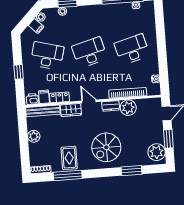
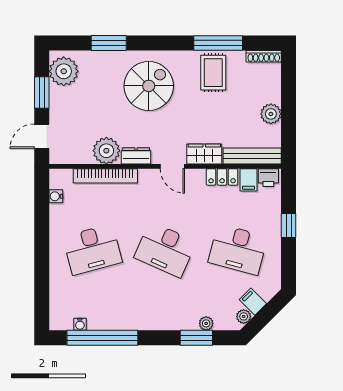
desk: (90, 53) -> (165, 249), turned 39

